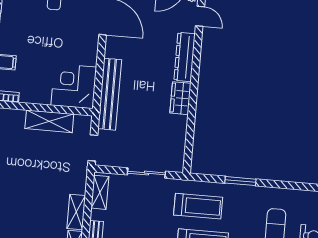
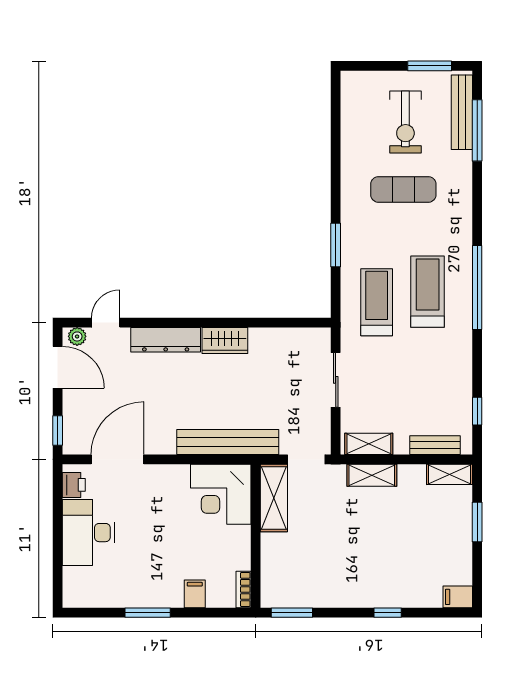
shelving: (49, 121) -> (274, 498), moved
shelving: (76, 212) -> (372, 475), moved

